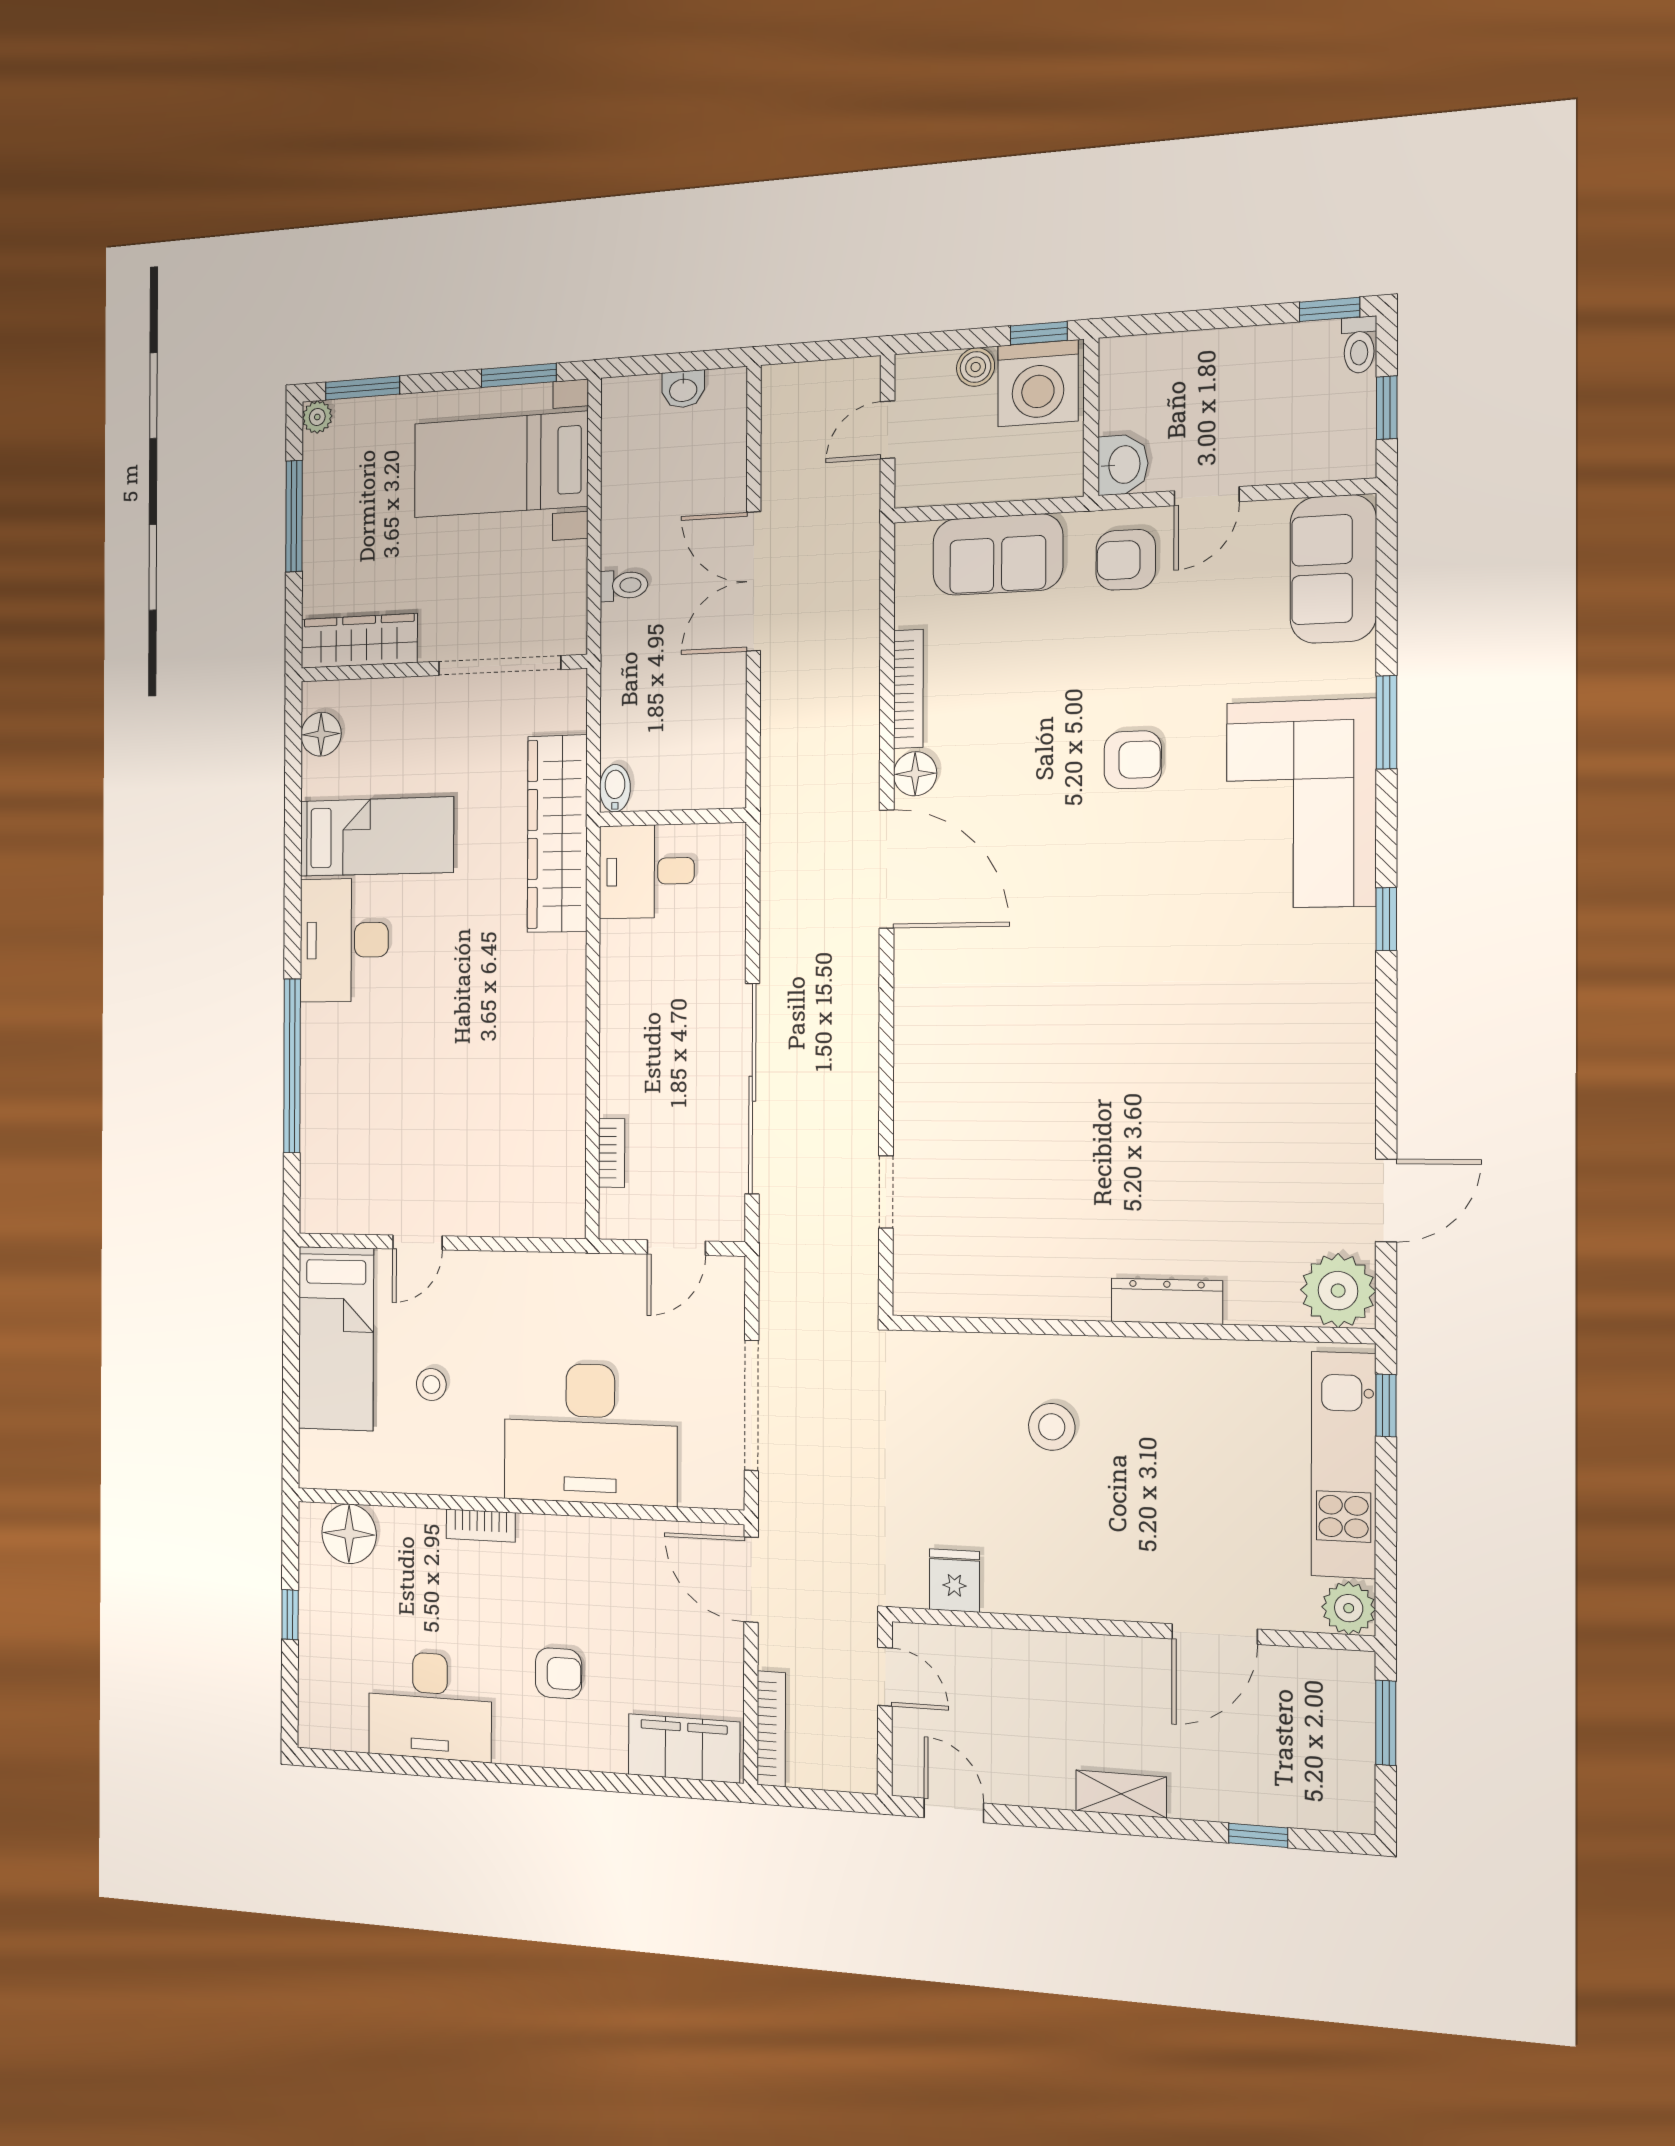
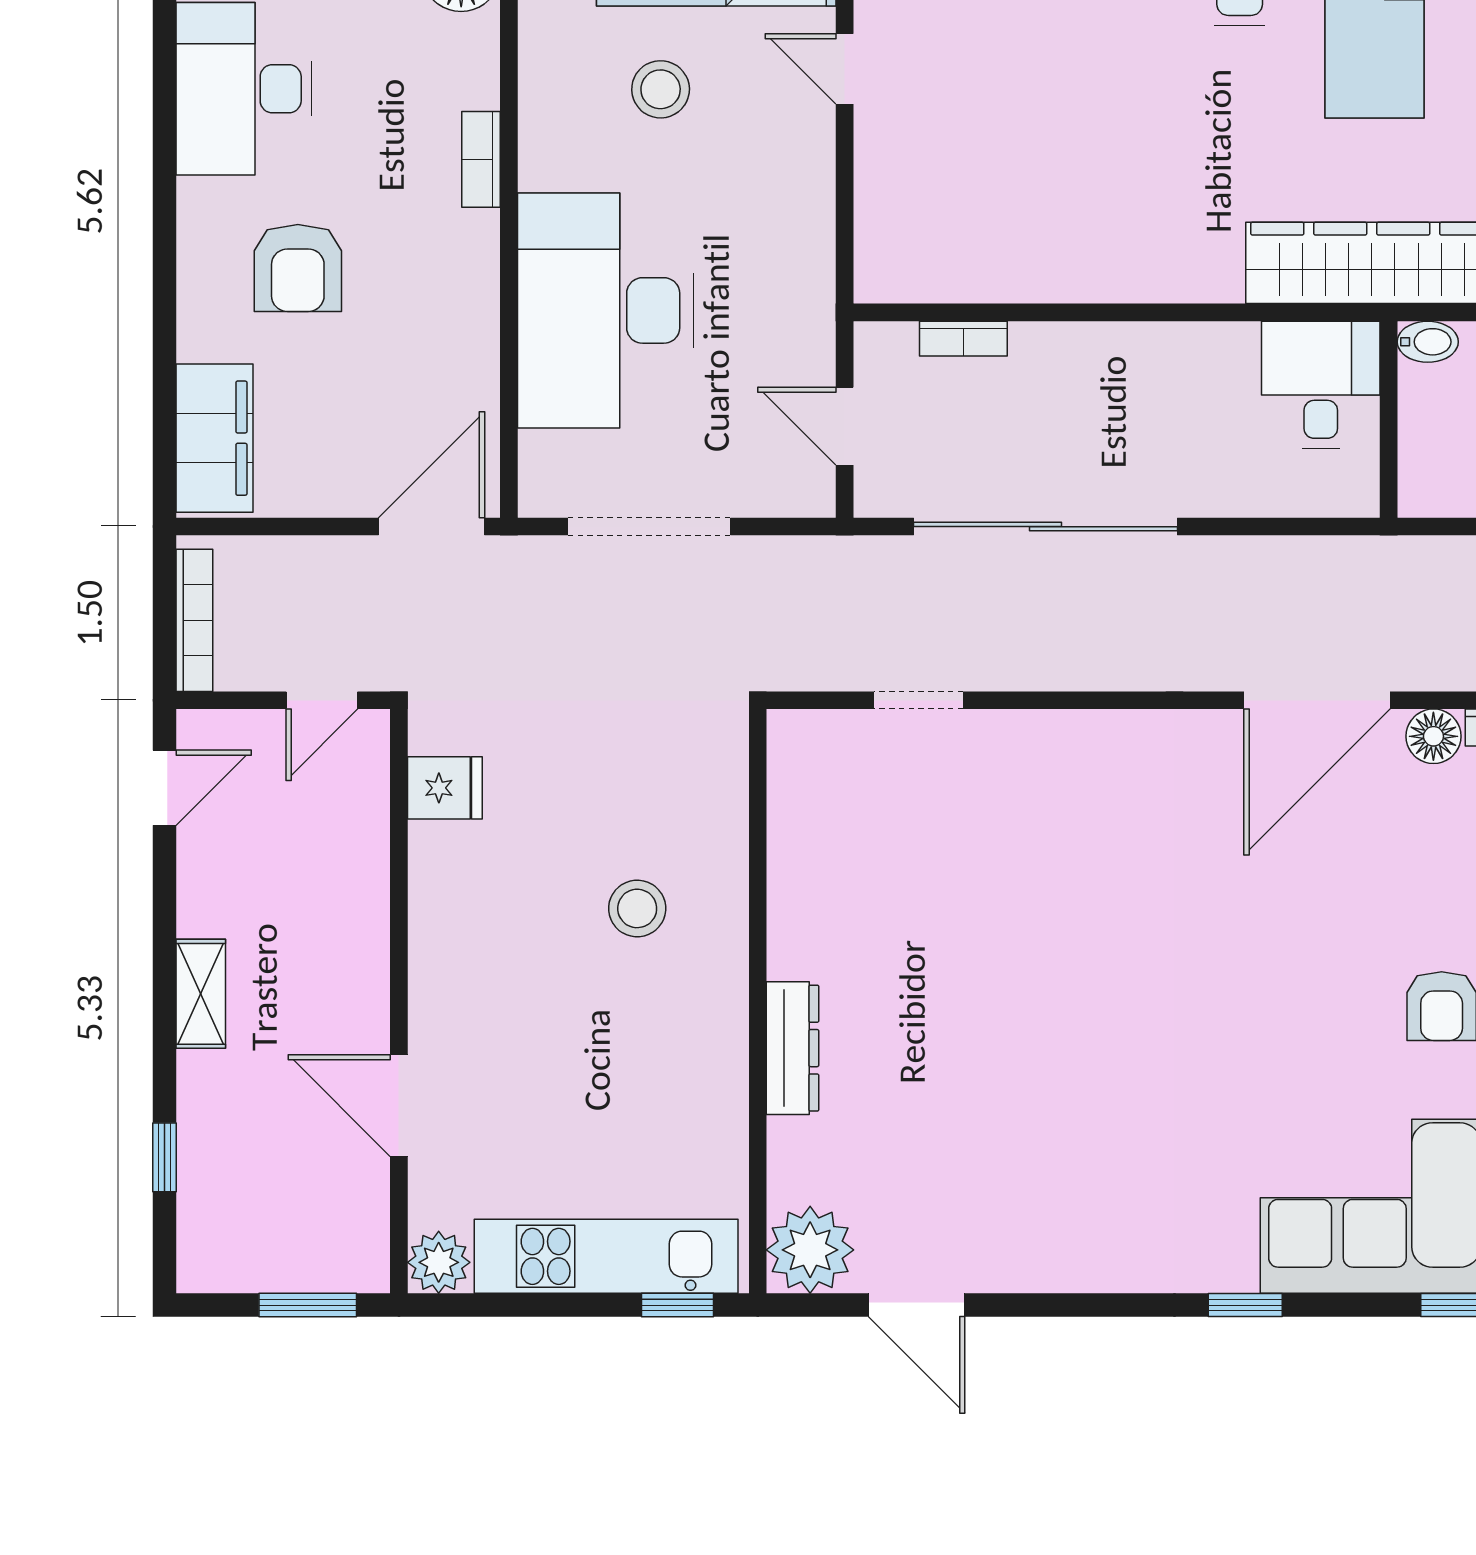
stool: (431, 1384) -> (661, 89), width x1.37, depth x1.37
armchair: (558, 1673) -> (298, 268), width x1.38, depth x1.38
bookcase: (771, 1729) -> (194, 620), moved, turned -90

